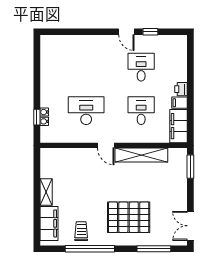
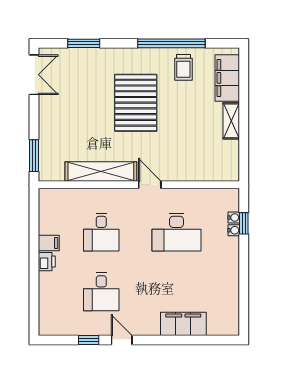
filing cabinet: (179, 126) -> (183, 324), moved, turned -90
pallet: (129, 217) -> (136, 103), moved, turned 90
window: (154, 249) -> (84, 43), width x0.69

